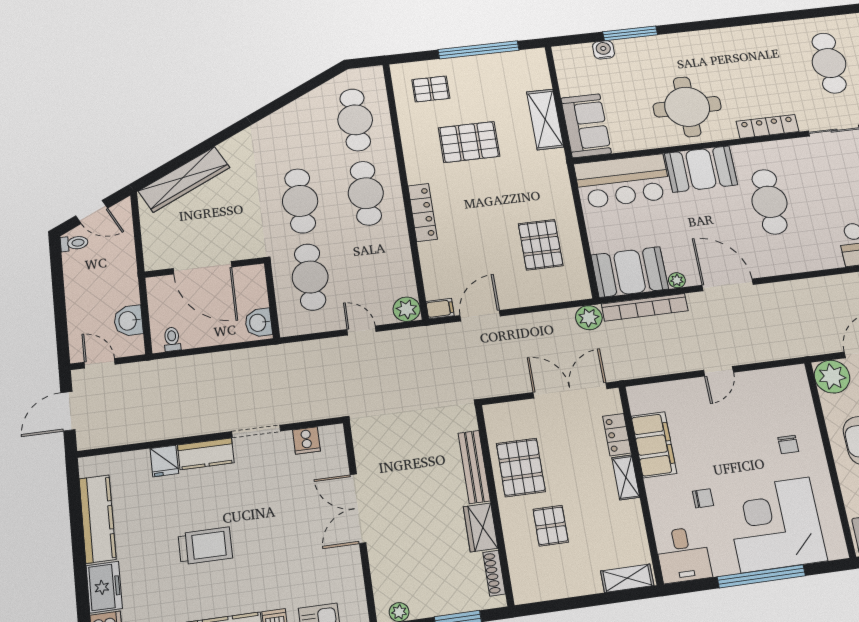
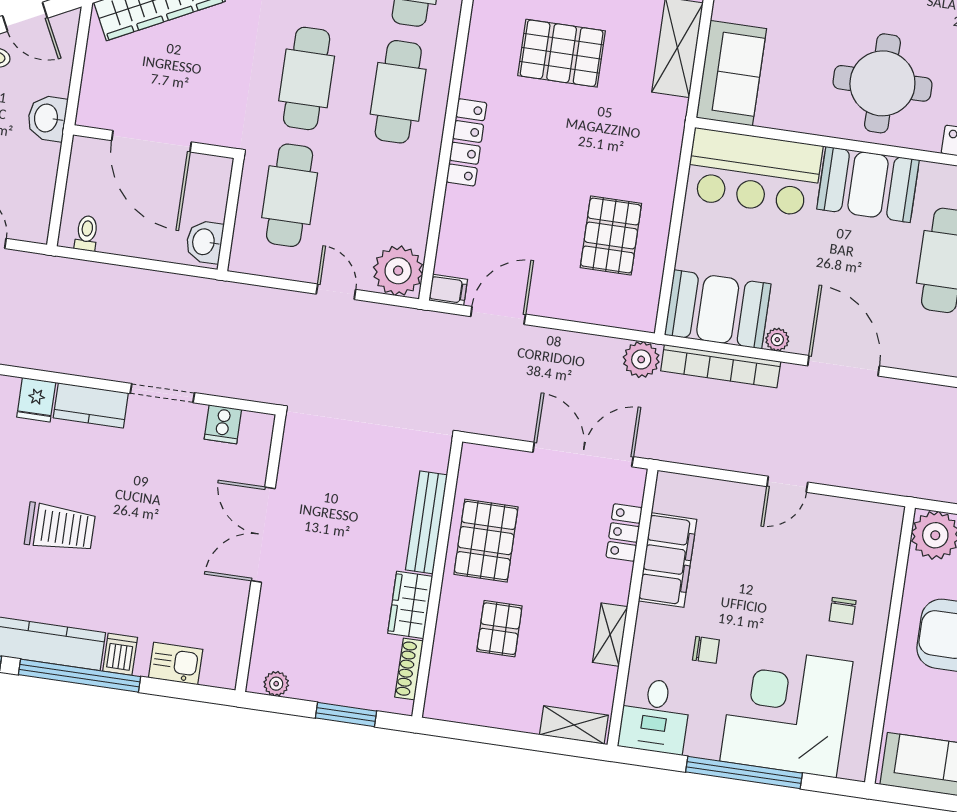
plant: (407, 309) -> (398, 271), width x1.36, depth x1.36
washbasin: (128, 321) -> (47, 118), moved
shelving: (626, 477) -> (610, 635), moved

